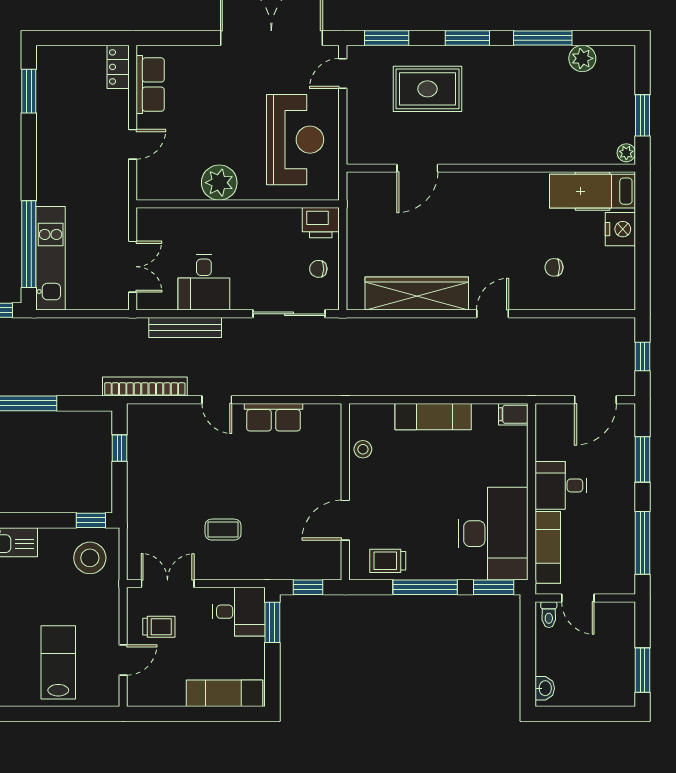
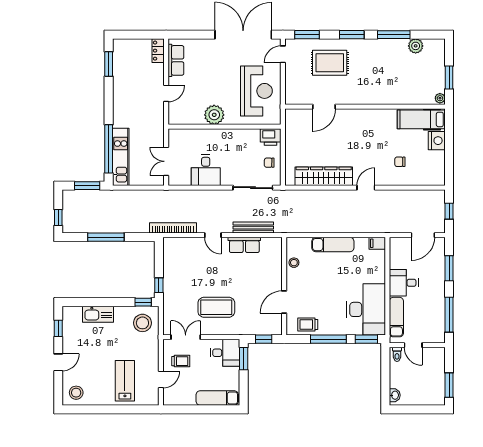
double door: (133, 267) -> (166, 161), swing flipped
bench: (185, 327) -> (253, 228), moved
window: (120, 448) -> (159, 285), moved
coffee table: (223, 530) -> (216, 307), width x1.86, depth x1.72

